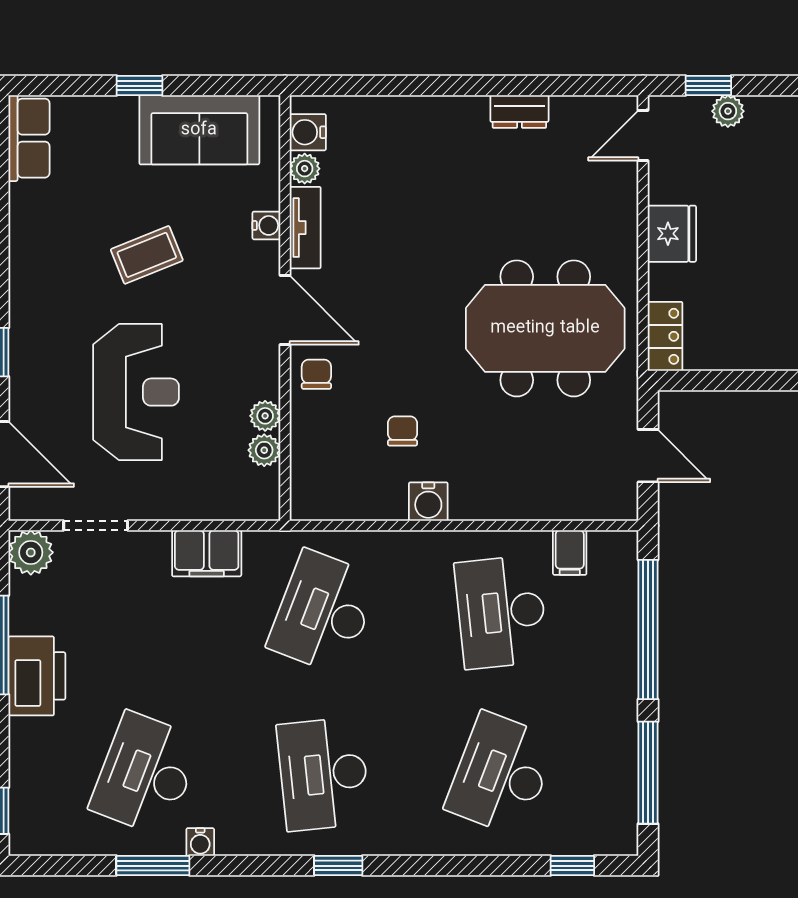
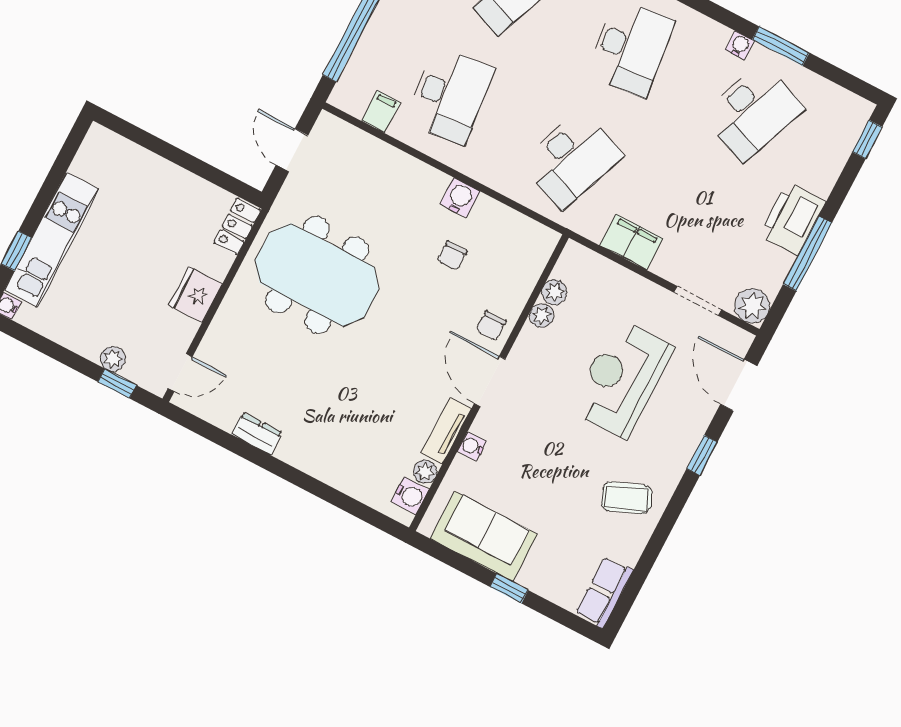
coffee table: (147, 255) -> (627, 498), moved

